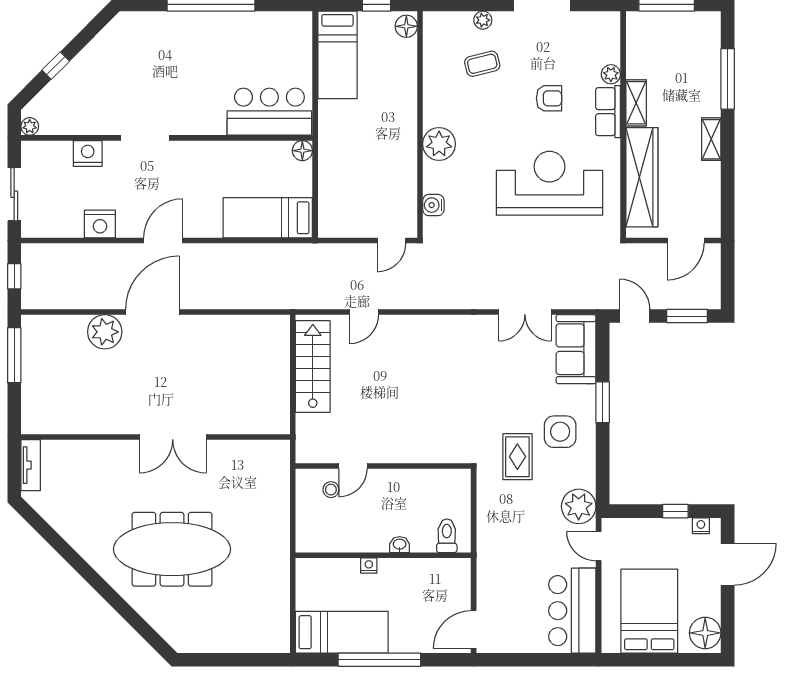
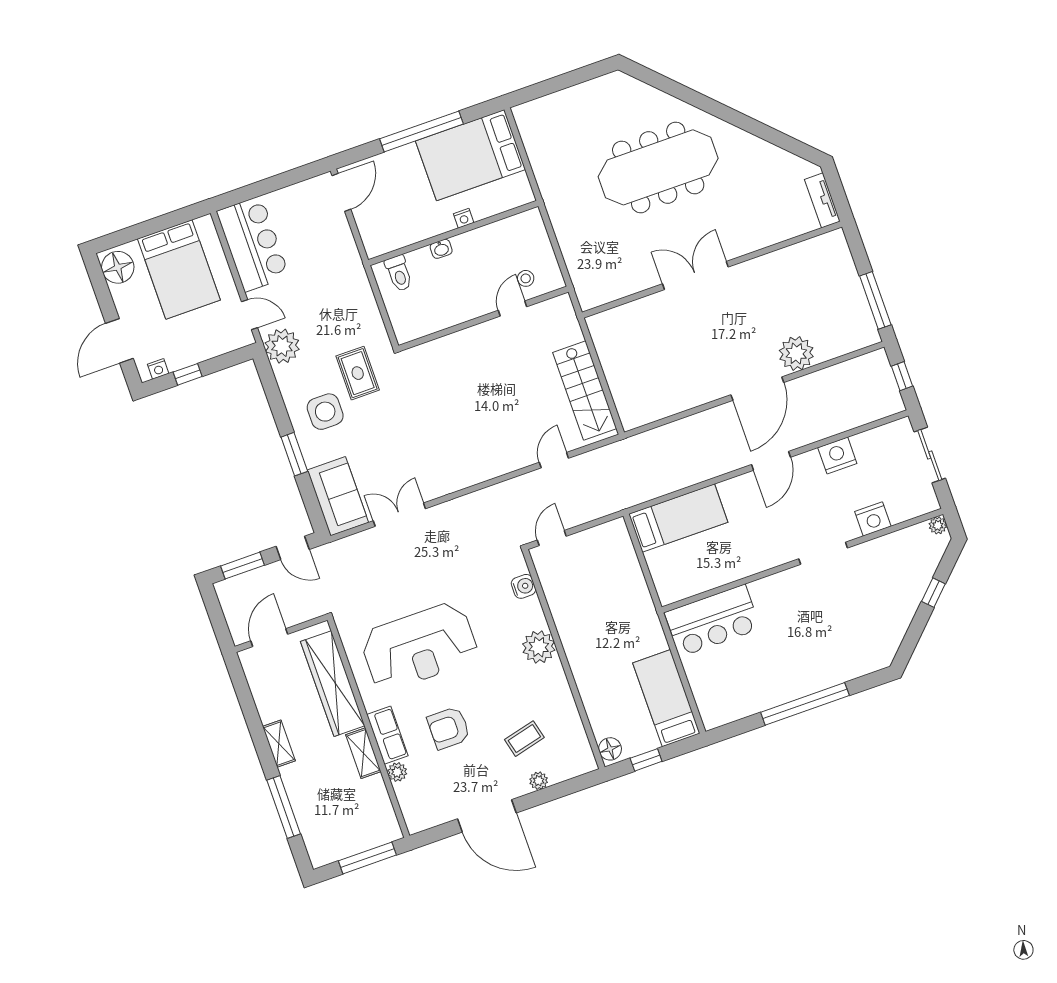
armchair: (549, 98) -> (449, 728), width x1.38, depth x1.38
floor lamp: (302, 151) -> (668, 594), removed
bed: (342, 632) -> (470, 155), width x1.50

